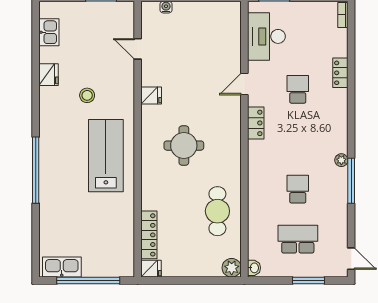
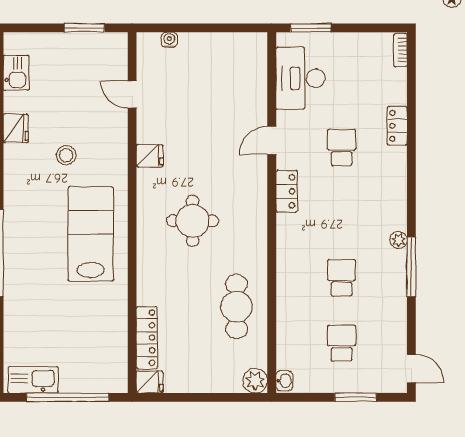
school desk: (298, 239) -> (342, 343), width x0.54

